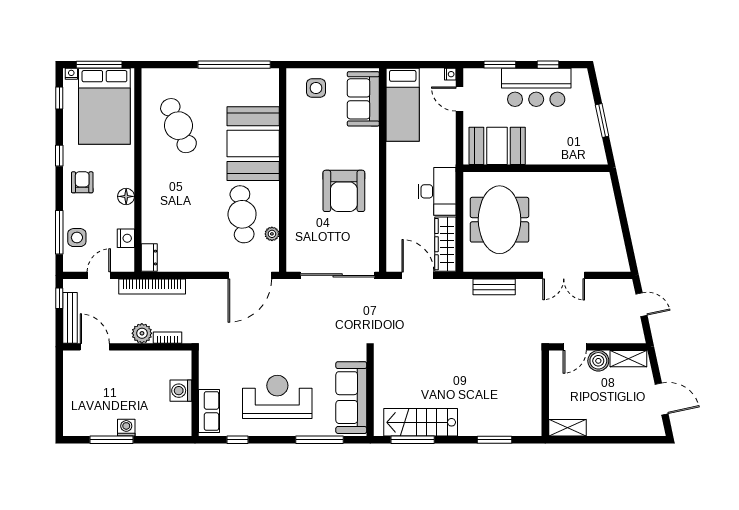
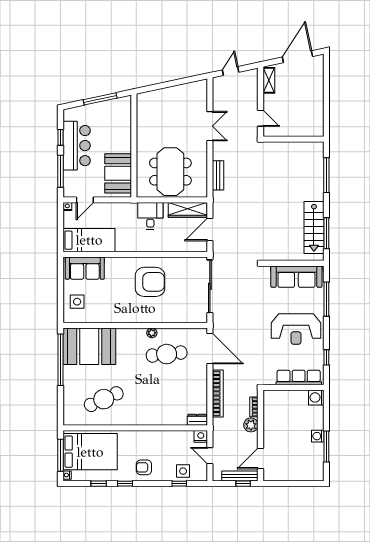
window: (500, 65) -> (60, 171), width x1.44
window: (59, 98) -> (99, 484), moved
window: (602, 121) -> (100, 99), width x1.44
booth: (253, 144) -> (89, 346), moved
desk: (437, 191) -> (150, 216), width x0.73
floor lamp: (126, 196) -> (154, 436), removed
meeting table: (499, 220) -> (170, 172), turned 90
window: (59, 232) -> (179, 484), width x0.46
plant: (272, 234) -> (152, 333), moved
nightstand: (126, 238) -> (201, 436), moved
bookcase: (152, 287) -> (218, 393), moved
window: (59, 298) -> (243, 484), moved
boiler: (598, 361) -> (270, 102), removed
washing machine: (181, 391) -> (316, 397), moved, turned 90
reception desk: (277, 397) -> (296, 329), turned -90
door: (662, 399) -> (297, 57), width x1.36
row of seats: (209, 411) -> (299, 377), width x1.48
shelving: (567, 428) -> (318, 123), removed
window: (495, 440) -> (326, 175), width x1.44

